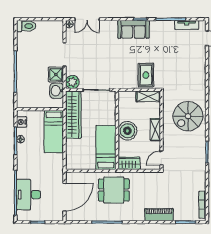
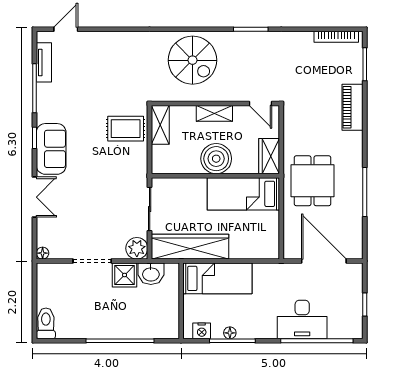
double door: (87, 19) -> (35, 197), moved
desk: (29, 195) -> (302, 320), moved

